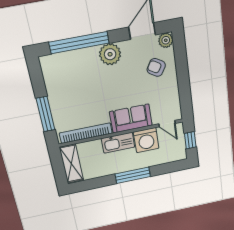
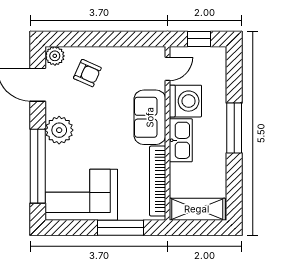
armchair: (156, 67) -> (87, 73), turned -97
corner sofa: (64, 80) -> (81, 195), added

